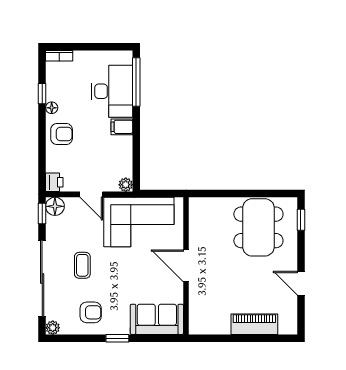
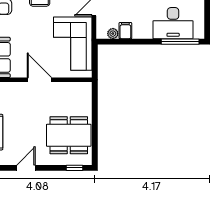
filing cabinet: (122, 127) -> (125, 31), moved
plant: (126, 185) -> (113, 34), moved
door: (186, 266) -> (39, 80), hinge flipped

